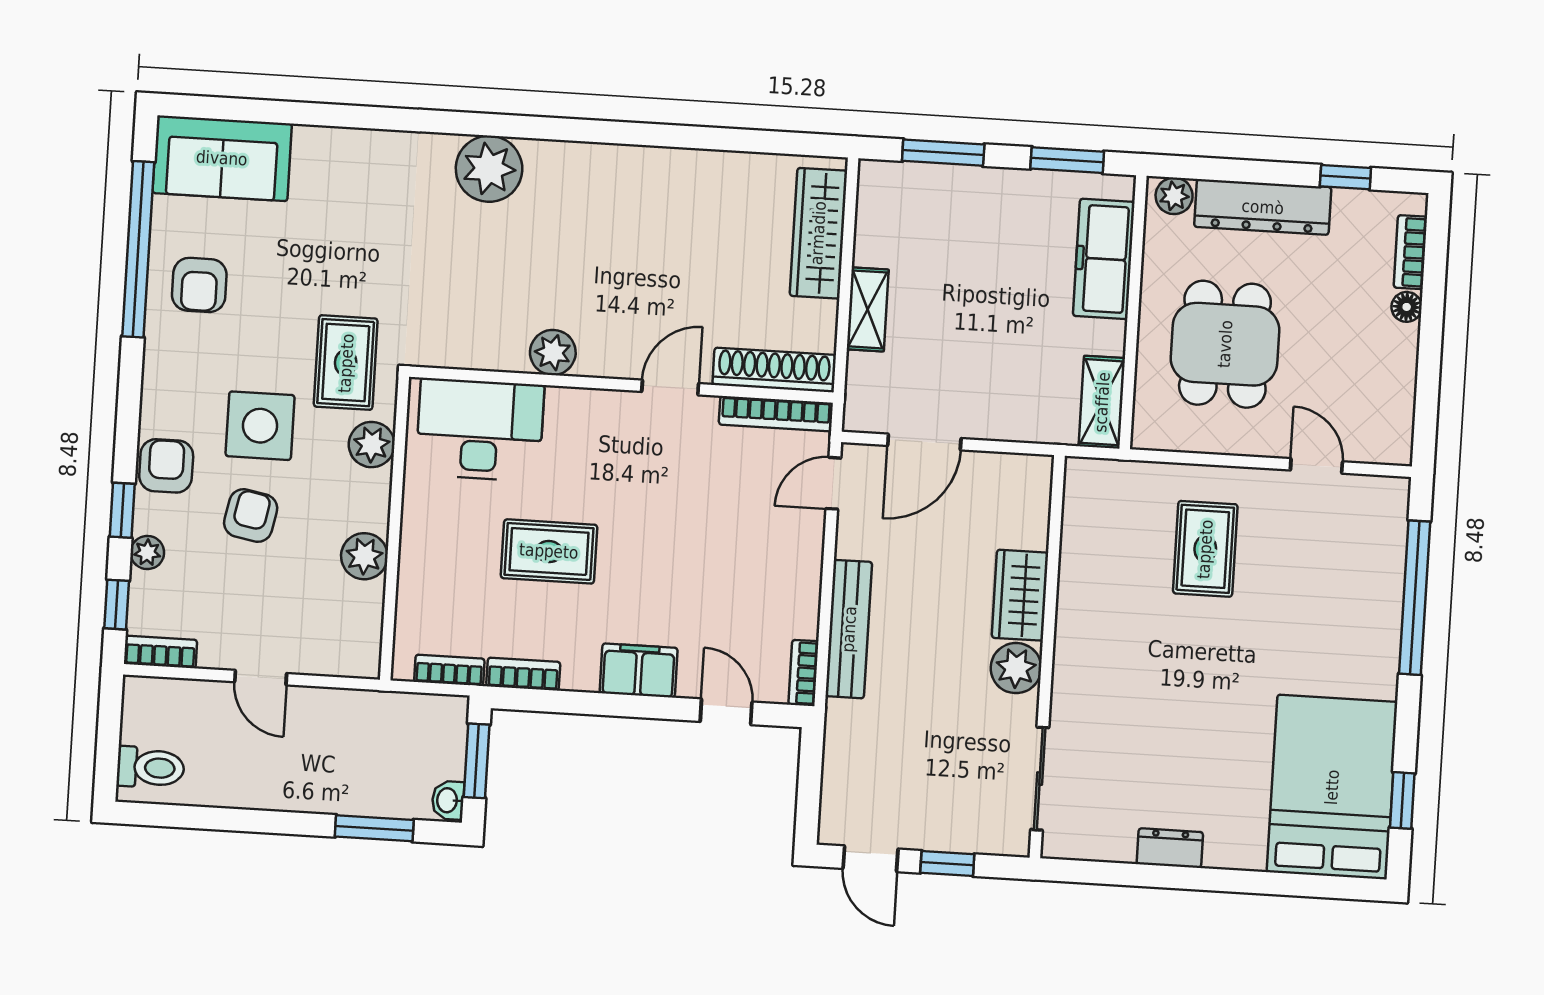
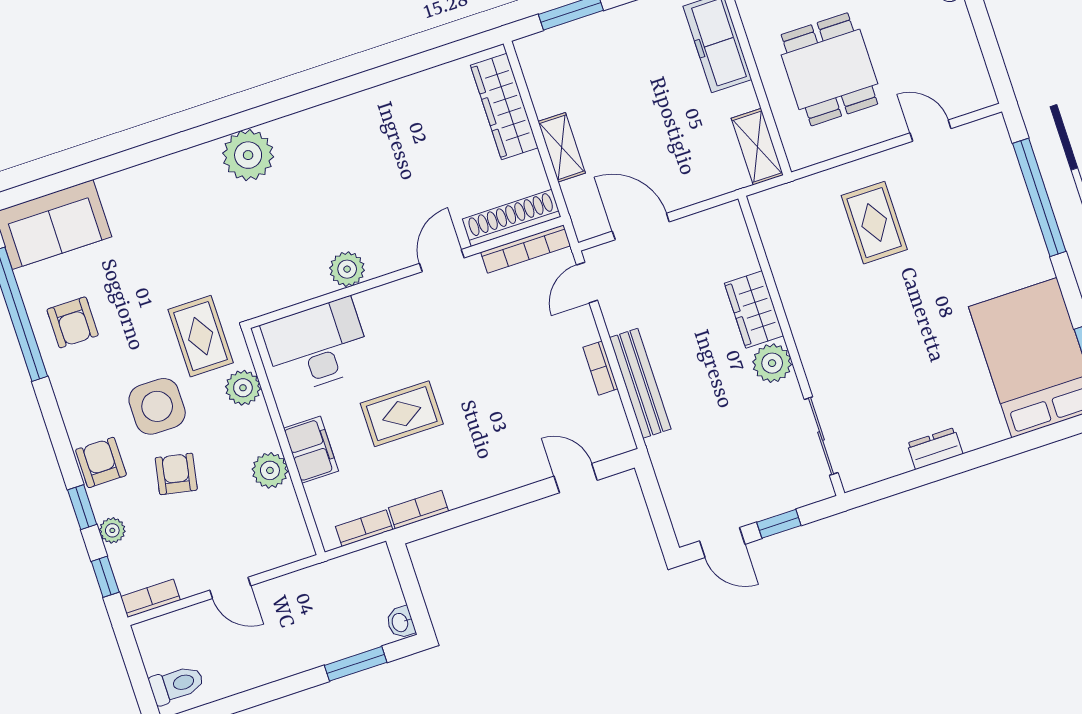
door: (924, 442) -> (641, 227), swing flipped
filing cabinet: (639, 671) -> (311, 450), moved, turned 90
bookcase: (803, 673) -> (600, 368), moved
window: (477, 761) -> (410, 586), removed

